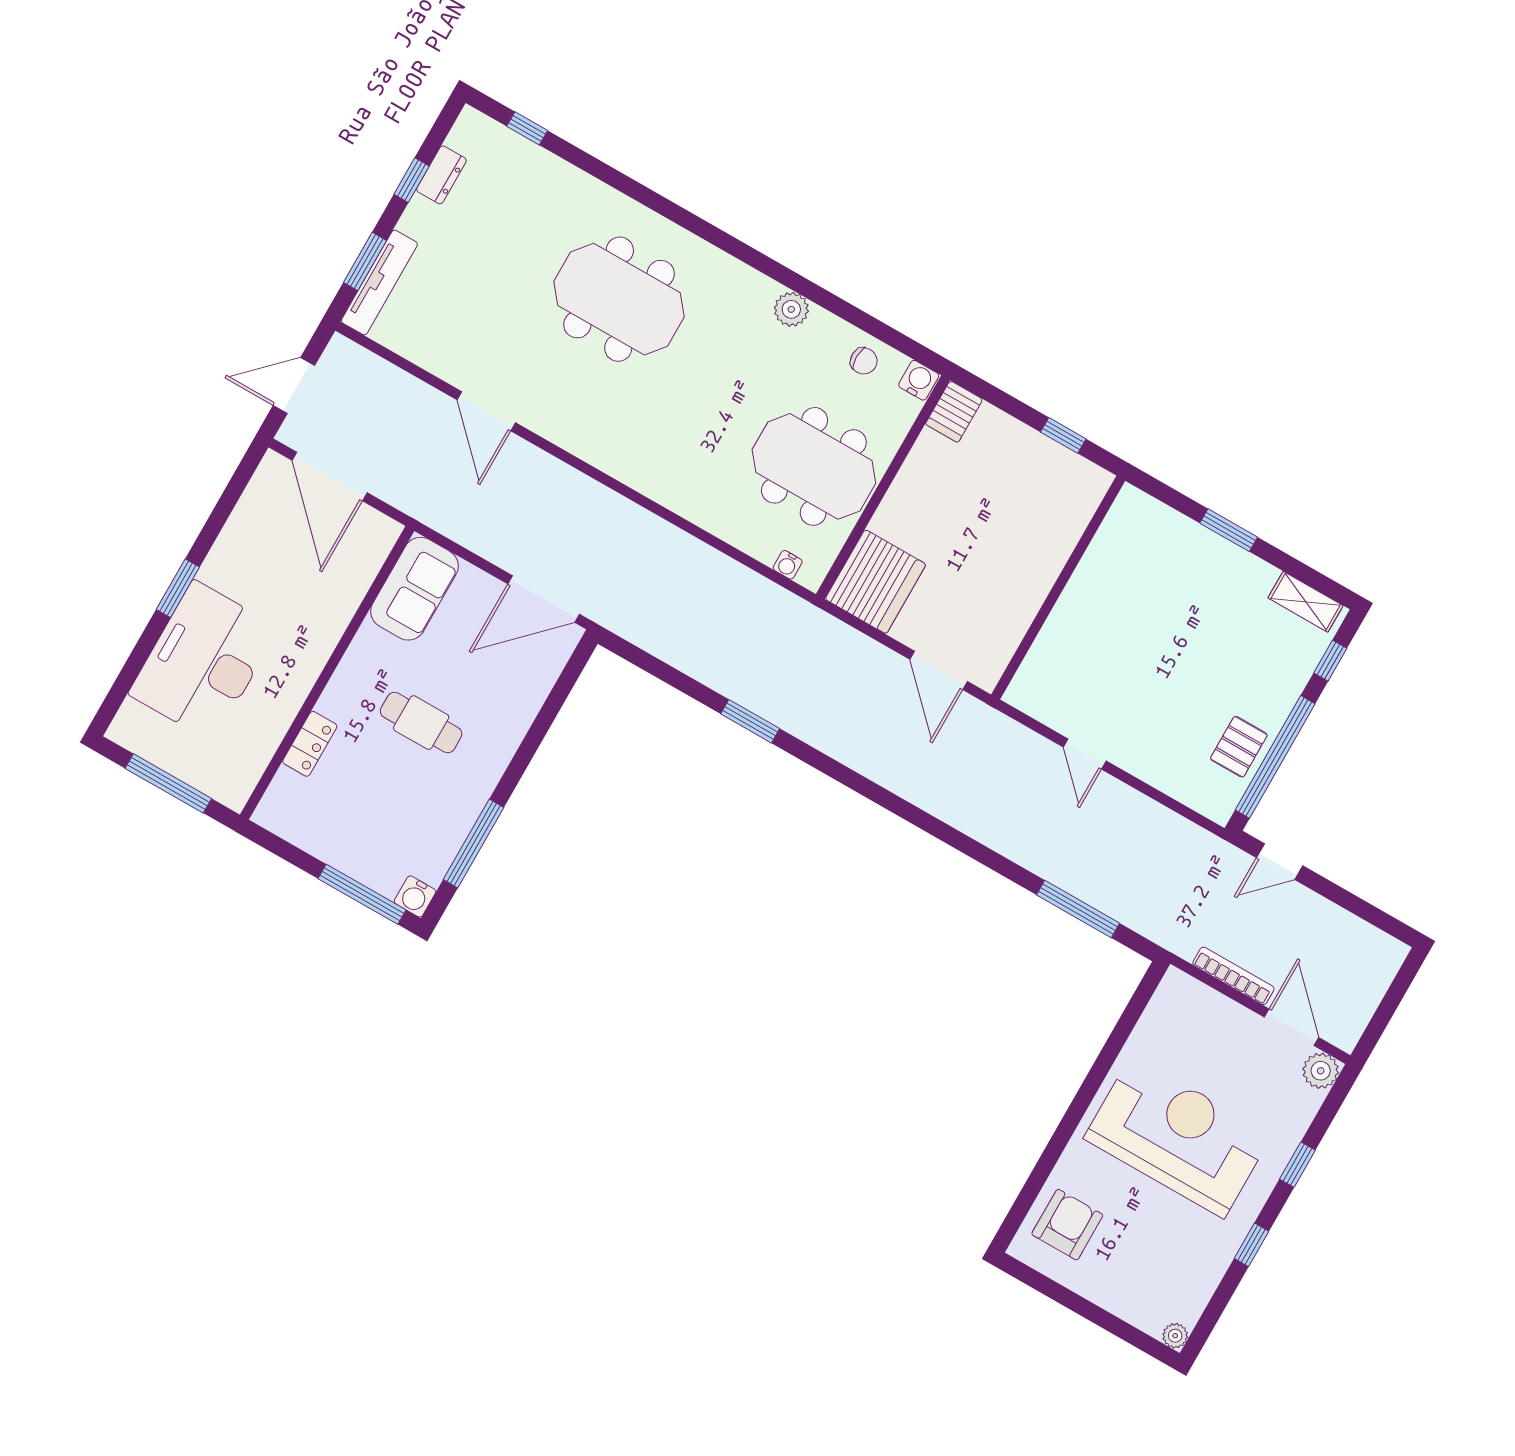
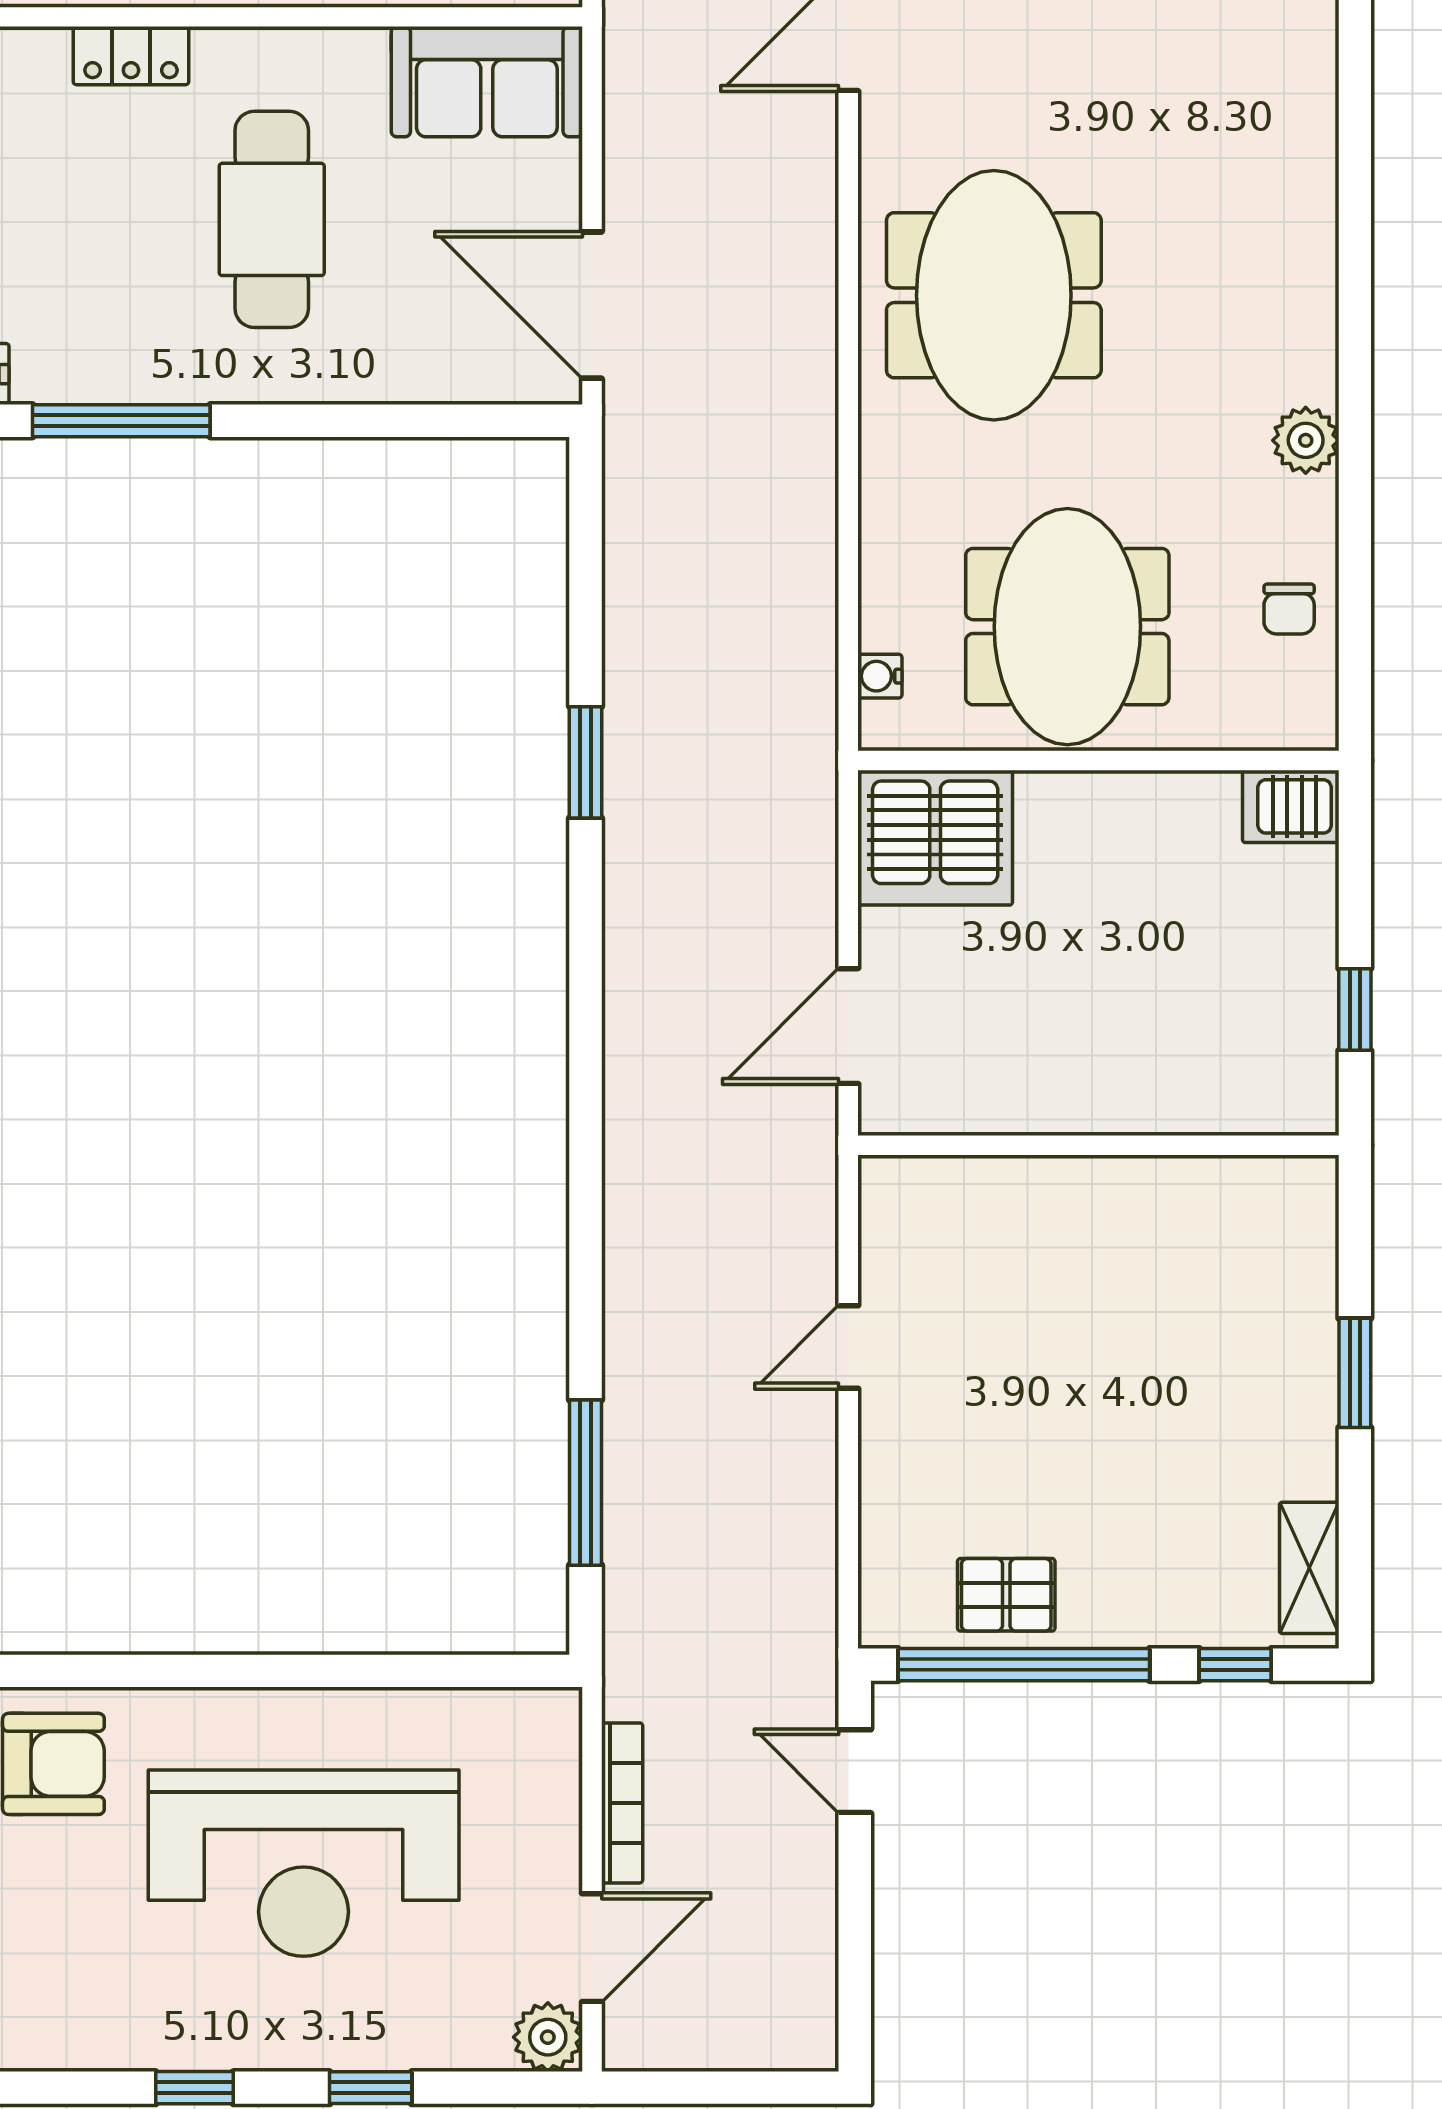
meeting table: (619, 299) -> (994, 295), moved
water cooler: (919, 380) -> (1309, 718), removed
cafe table: (421, 723) -> (272, 219), width x1.37, depth x1.35
reception desk: (1178, 1137) -> (304, 1863), turned 90

